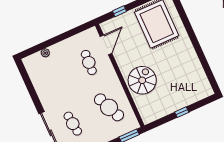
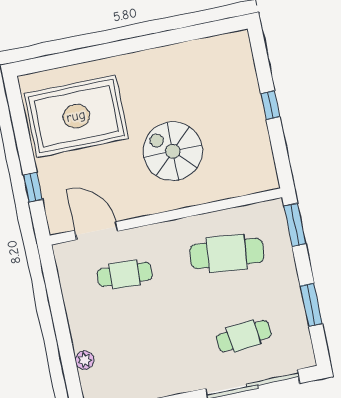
spiral stairs: (142, 80) -> (173, 151), moved
cafe table: (109, 107) -> (227, 253), turned 30

